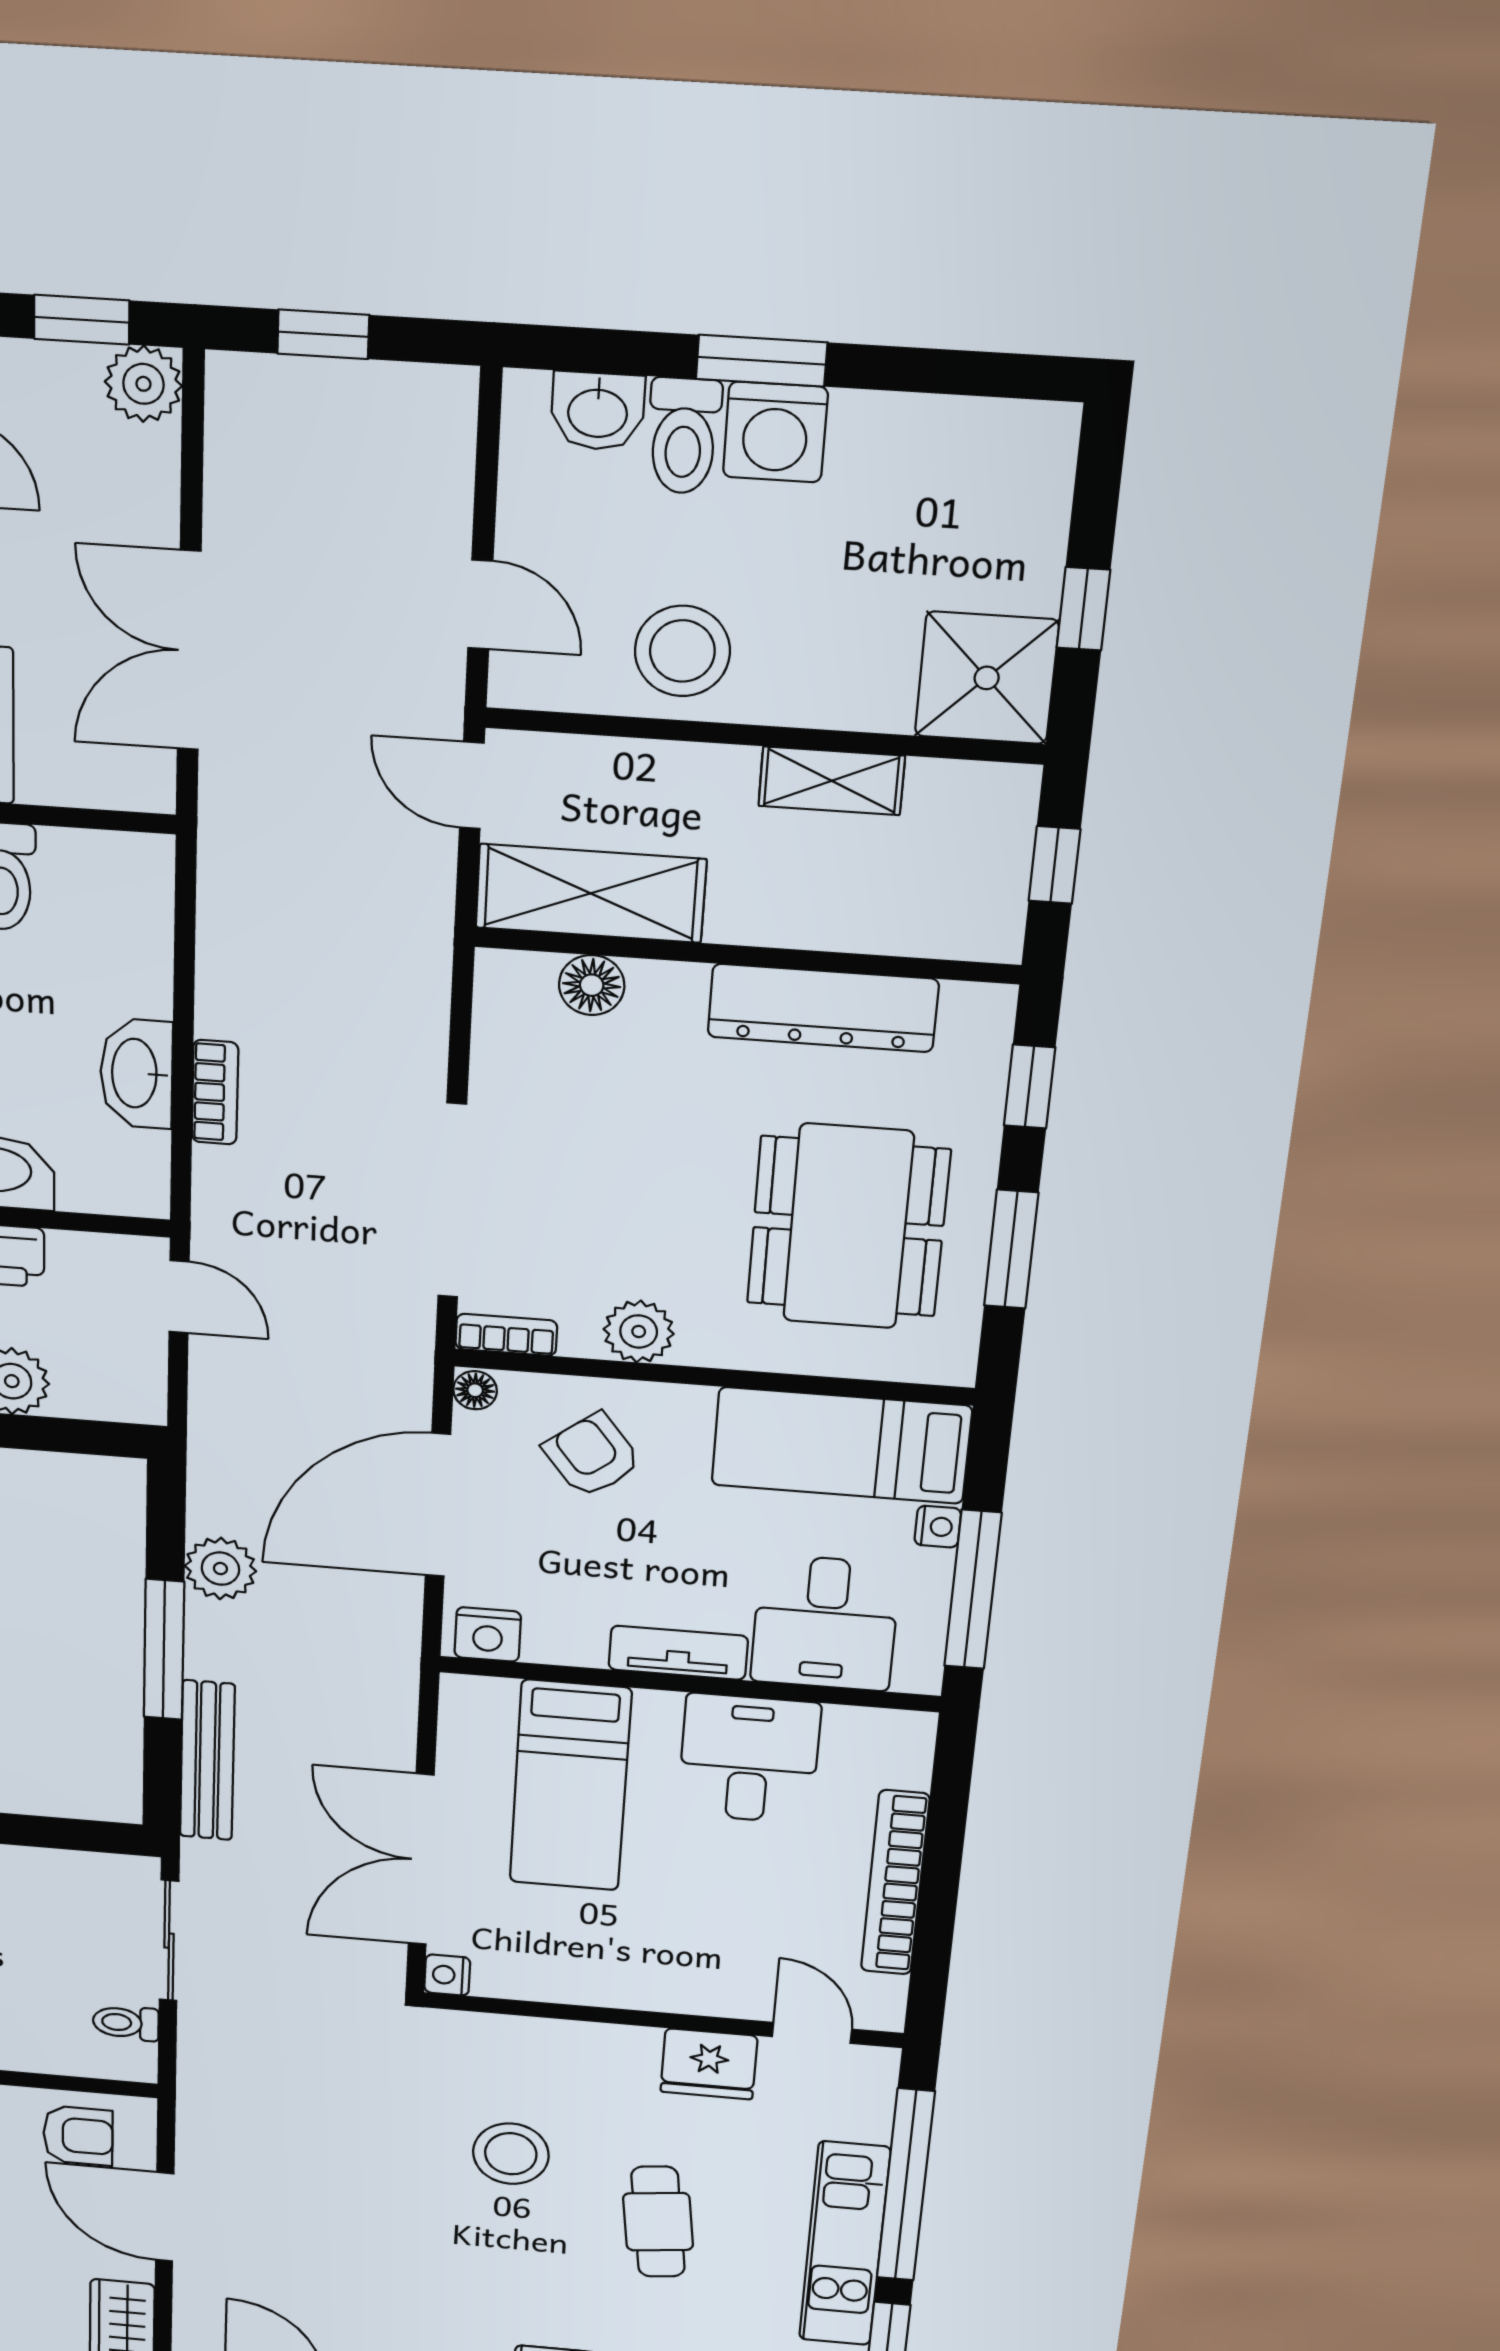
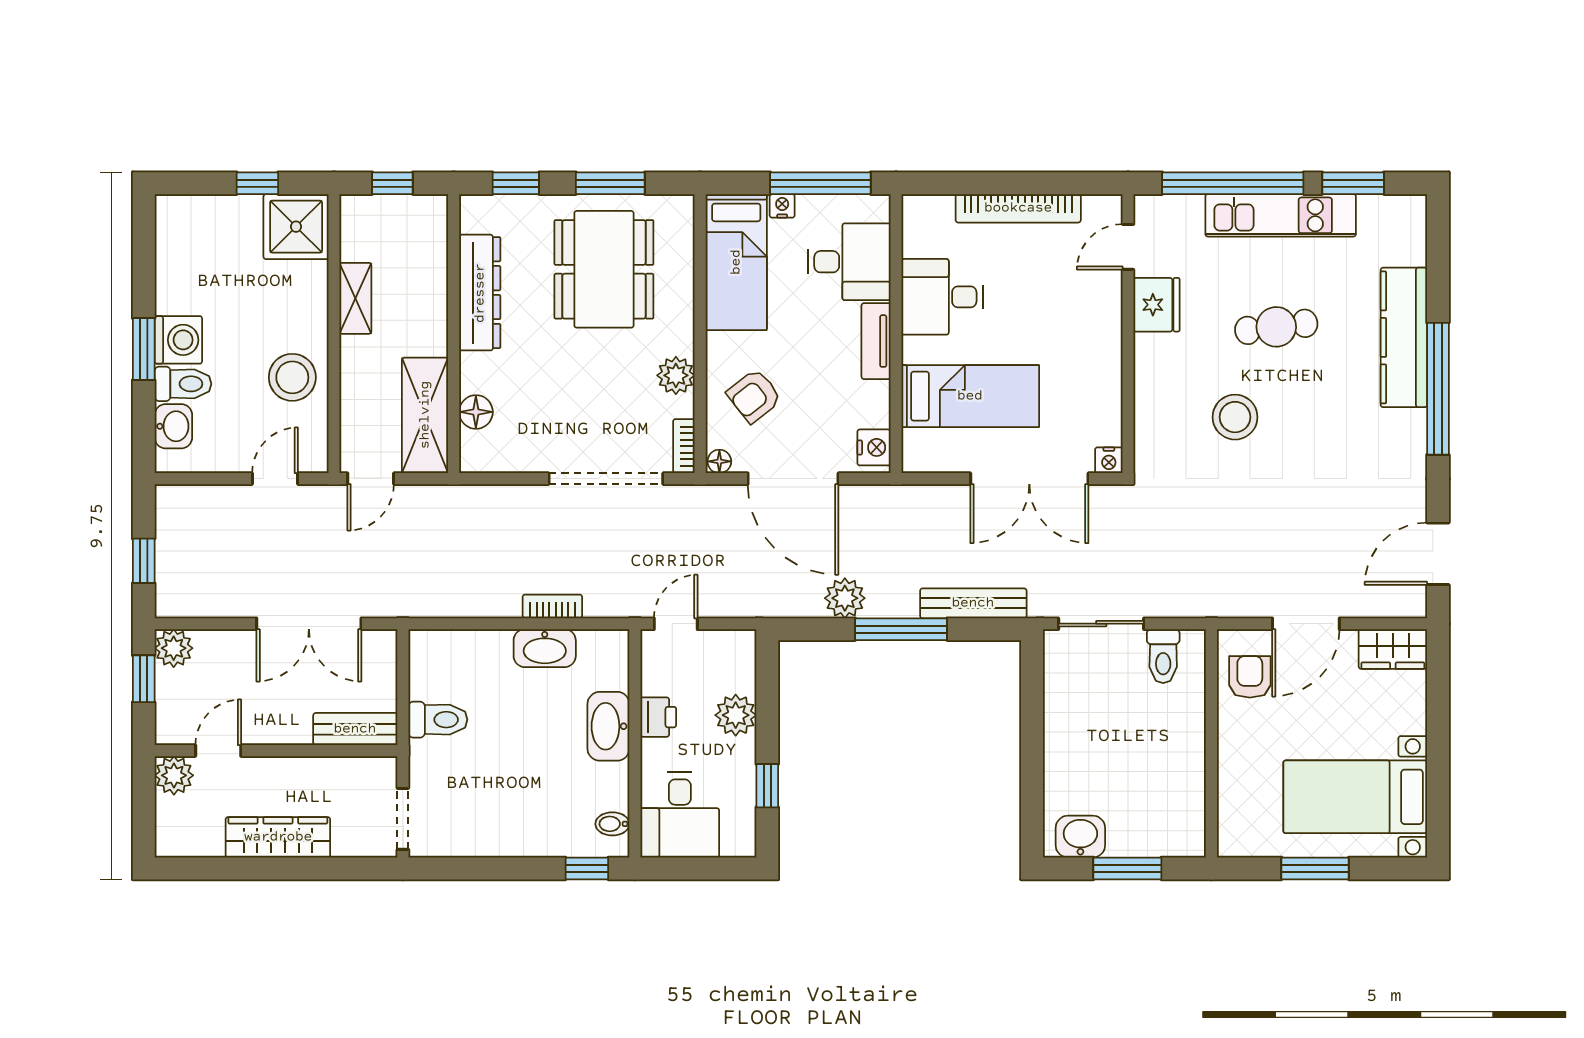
dining table: (848, 1227) -> (604, 269), turned 90
toilet: (126, 2023) -> (1163, 656), width x1.37, depth x1.39

